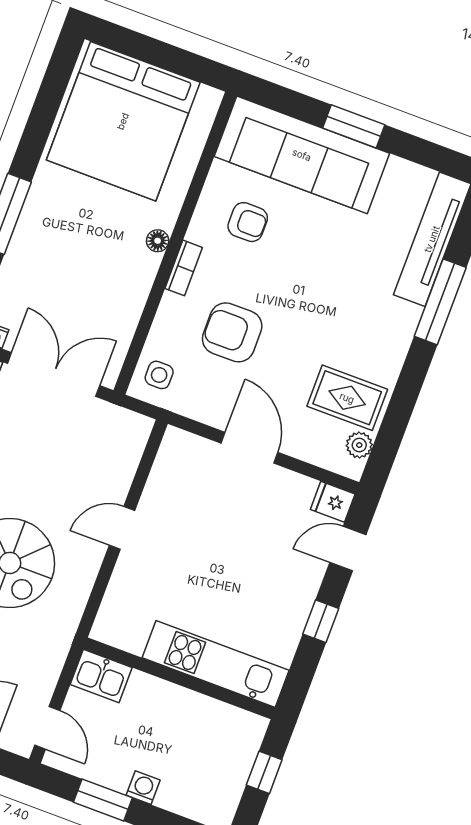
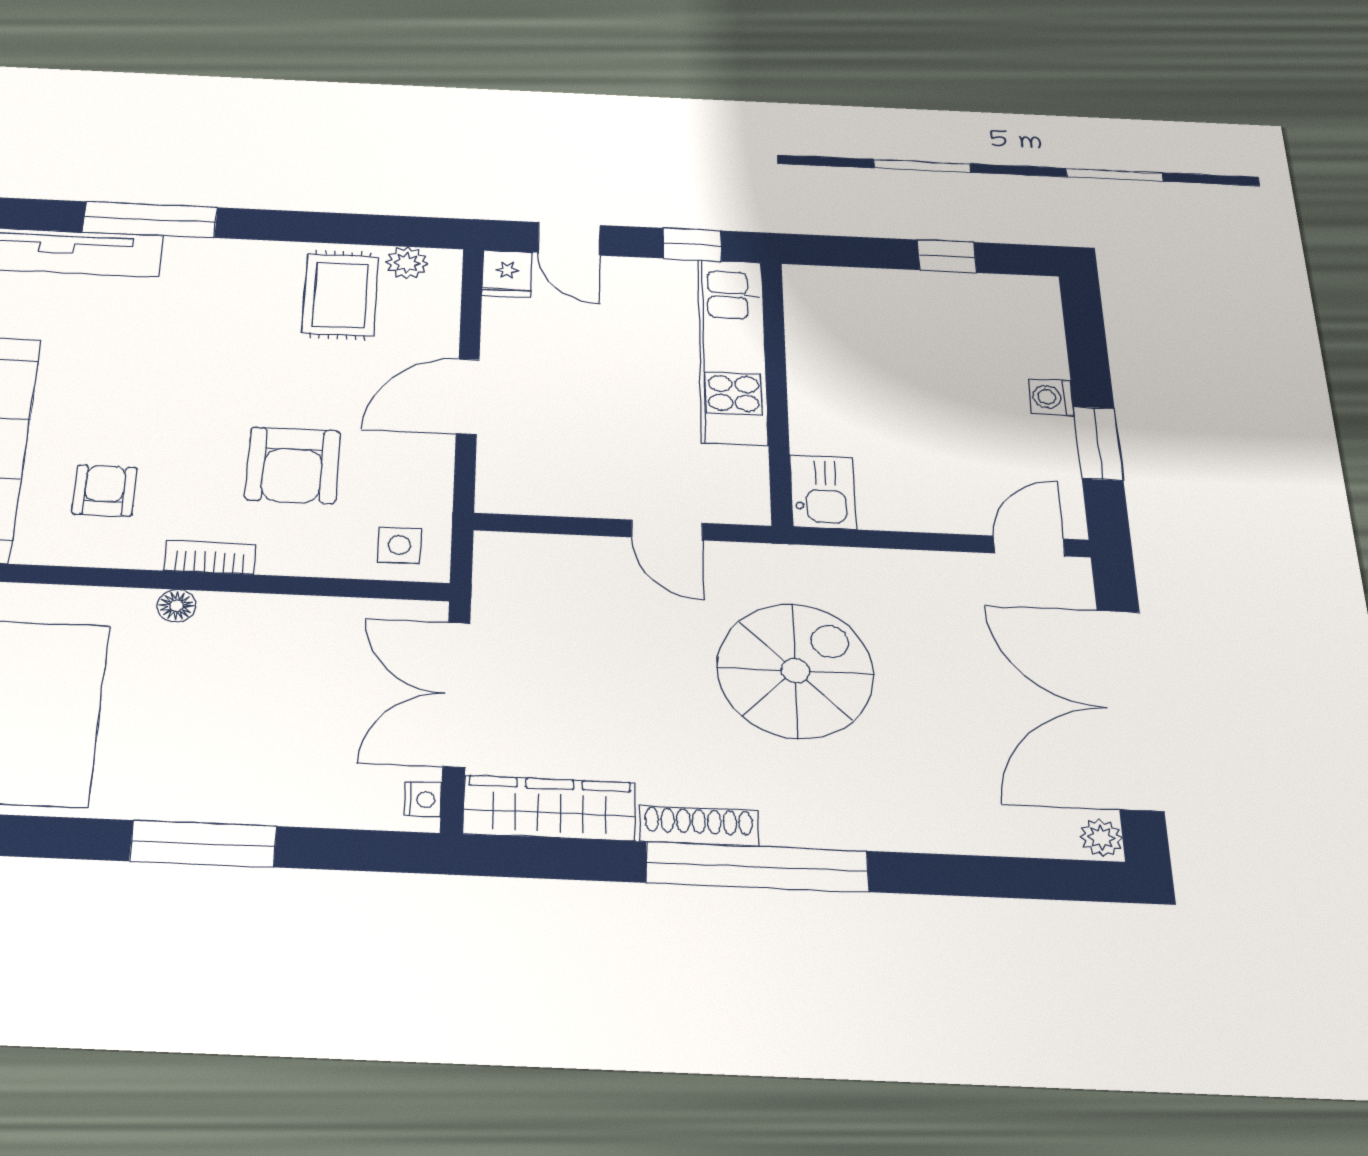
kitchen unit: (216, 664) -> (732, 351), moved
kitchen sink: (101, 676) -> (823, 492), moved
wall: (179, 678) -> (777, 391), moved

